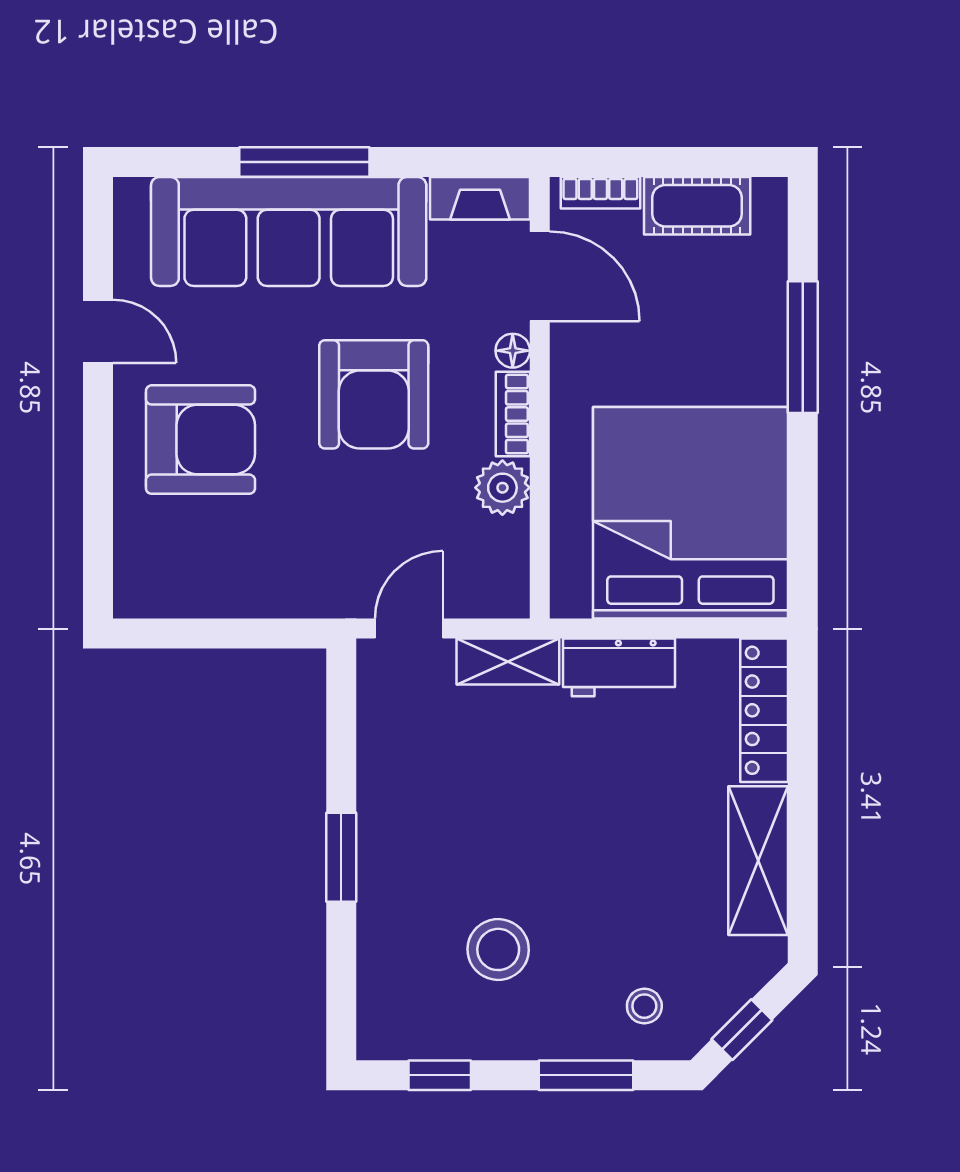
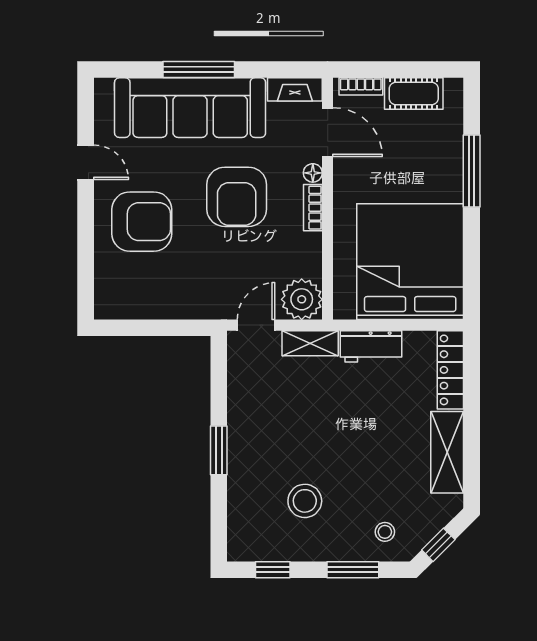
plant: (502, 488) -> (302, 299), moved, width x1.36, depth x1.36

